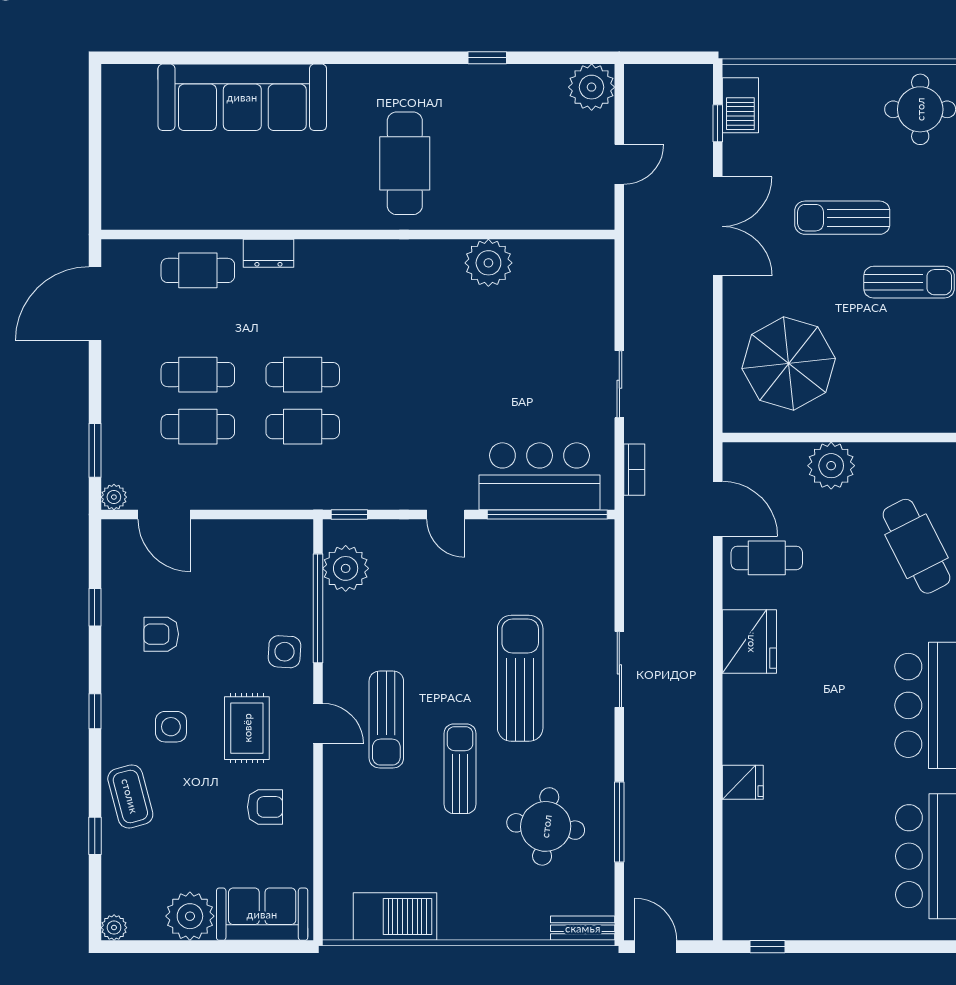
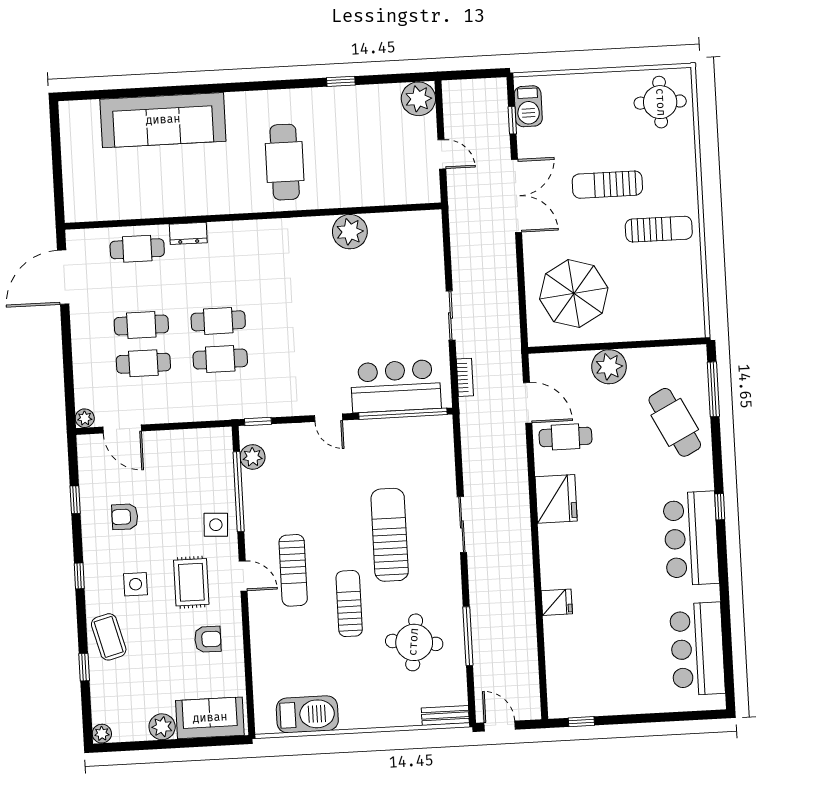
door: (619, 164) -> (442, 154), hinge flipped
window: (95, 450) -> (69, 385), removed
plant: (346, 568) -> (253, 457), width x0.73, depth x0.73
plant: (190, 916) -> (162, 727), width x0.73, depth x0.73

